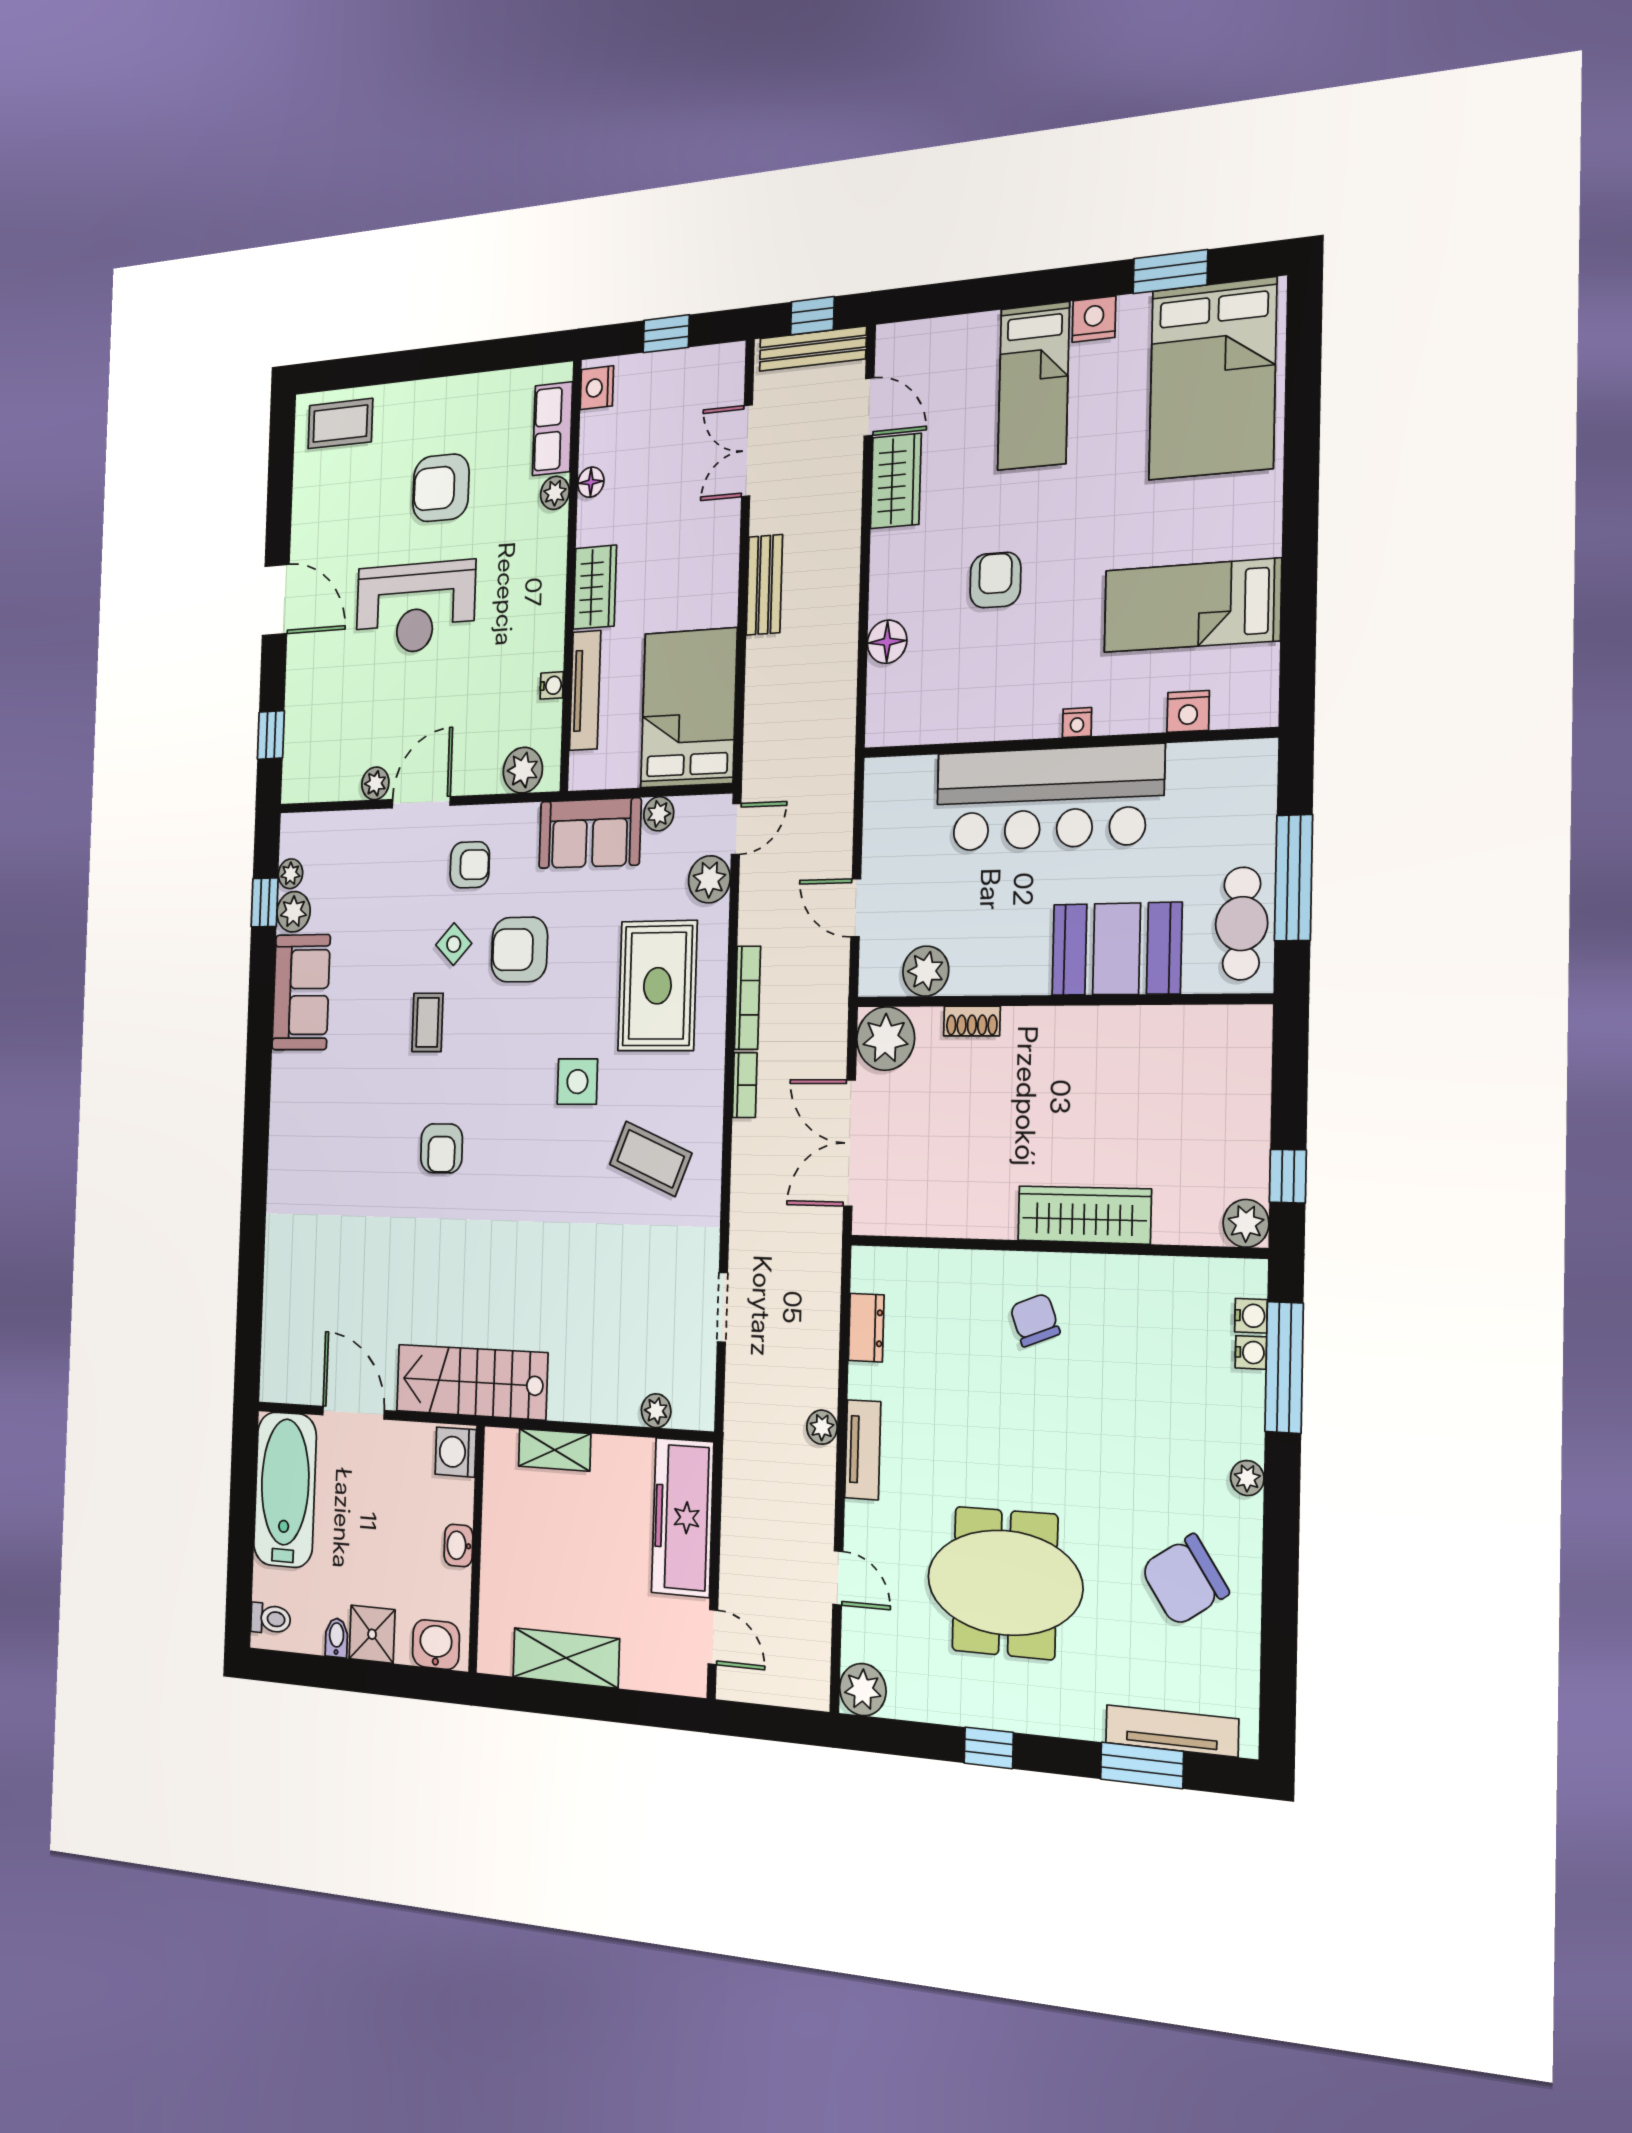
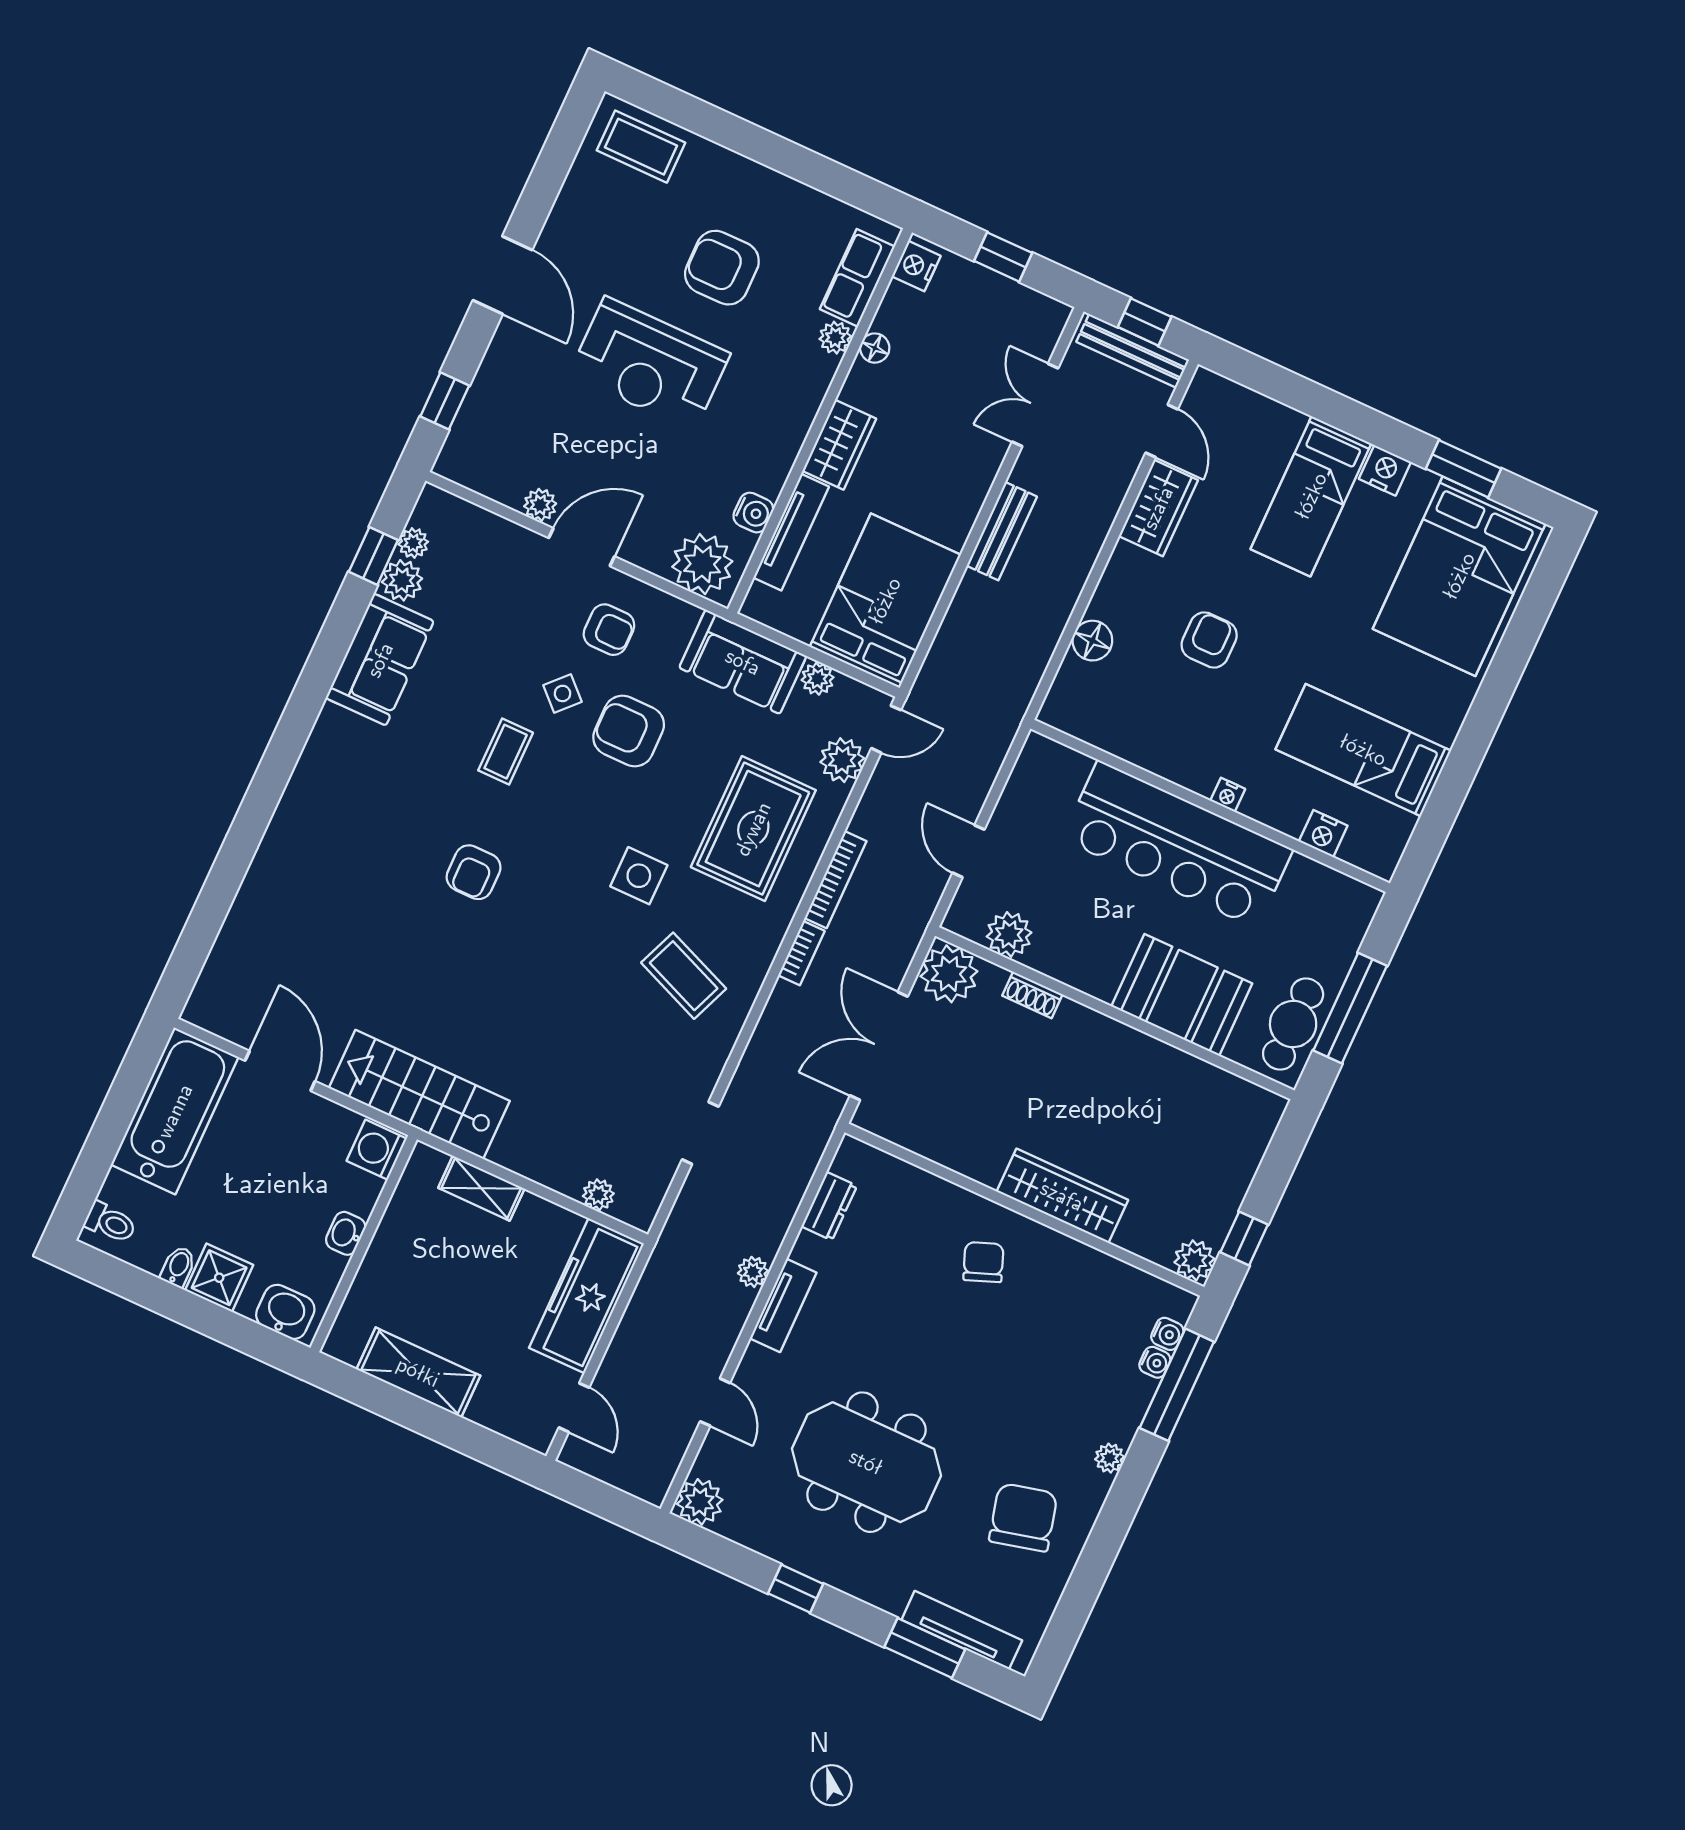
water cooler: (552, 685) -> (753, 513), width x1.38, depth x1.38
plant: (523, 770) -> (702, 564), width x1.36, depth x1.36
chair: (1185, 1580) -> (1023, 1517), turned 110

